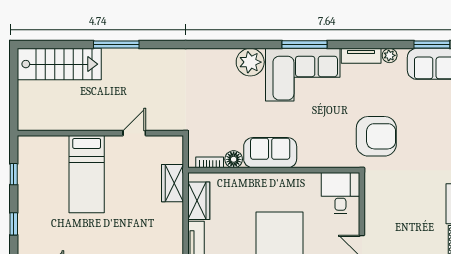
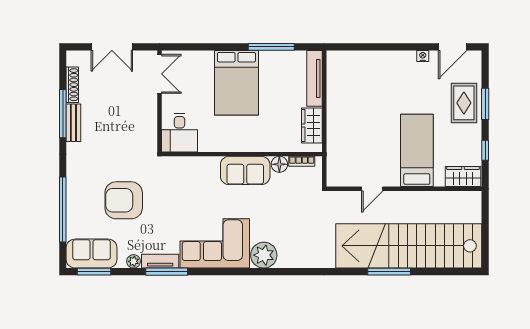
window: (304, 45) -> (167, 272), moved
stairs: (59, 64) -> (409, 246), width x1.86, depth x1.51
armchair: (376, 136) -> (124, 200), moved
wardrobe: (173, 183) -> (463, 176), moved, turned -90
window: (14, 224) -> (485, 104), width x1.50
rug: (36, 225) -> (464, 103), added

